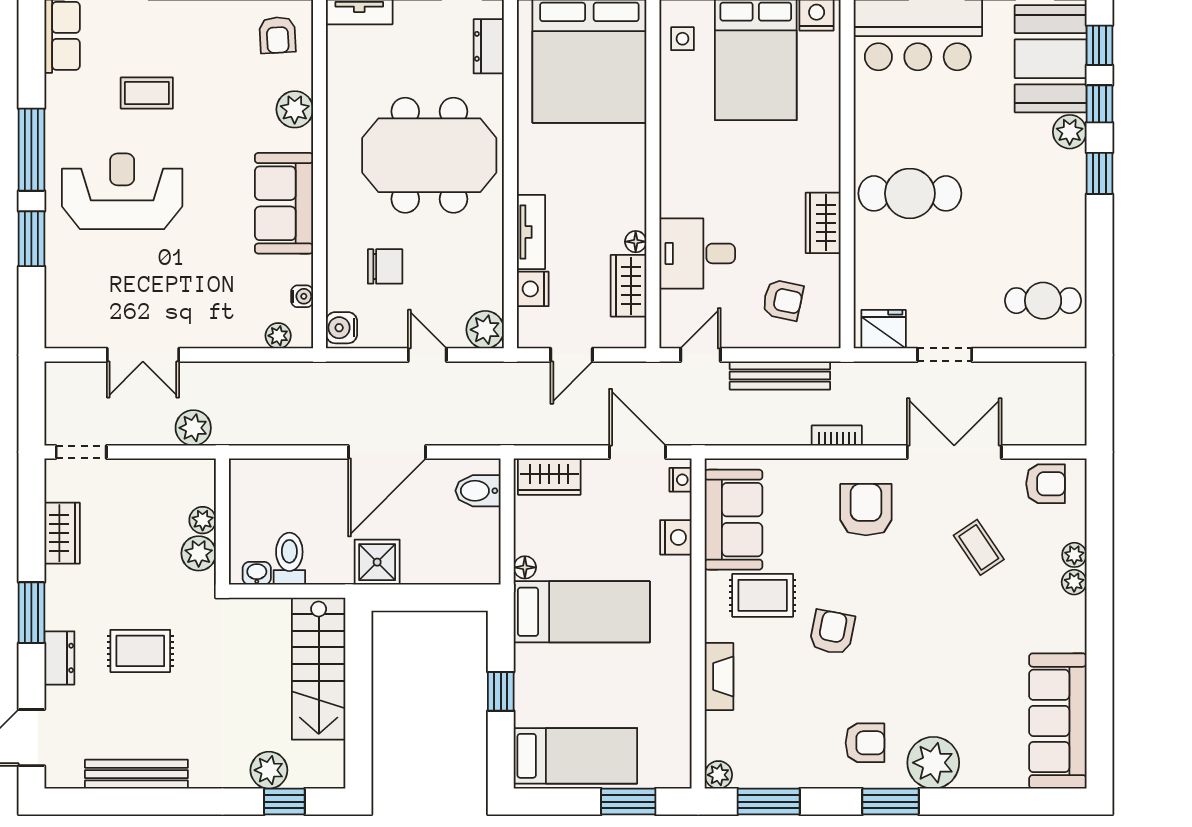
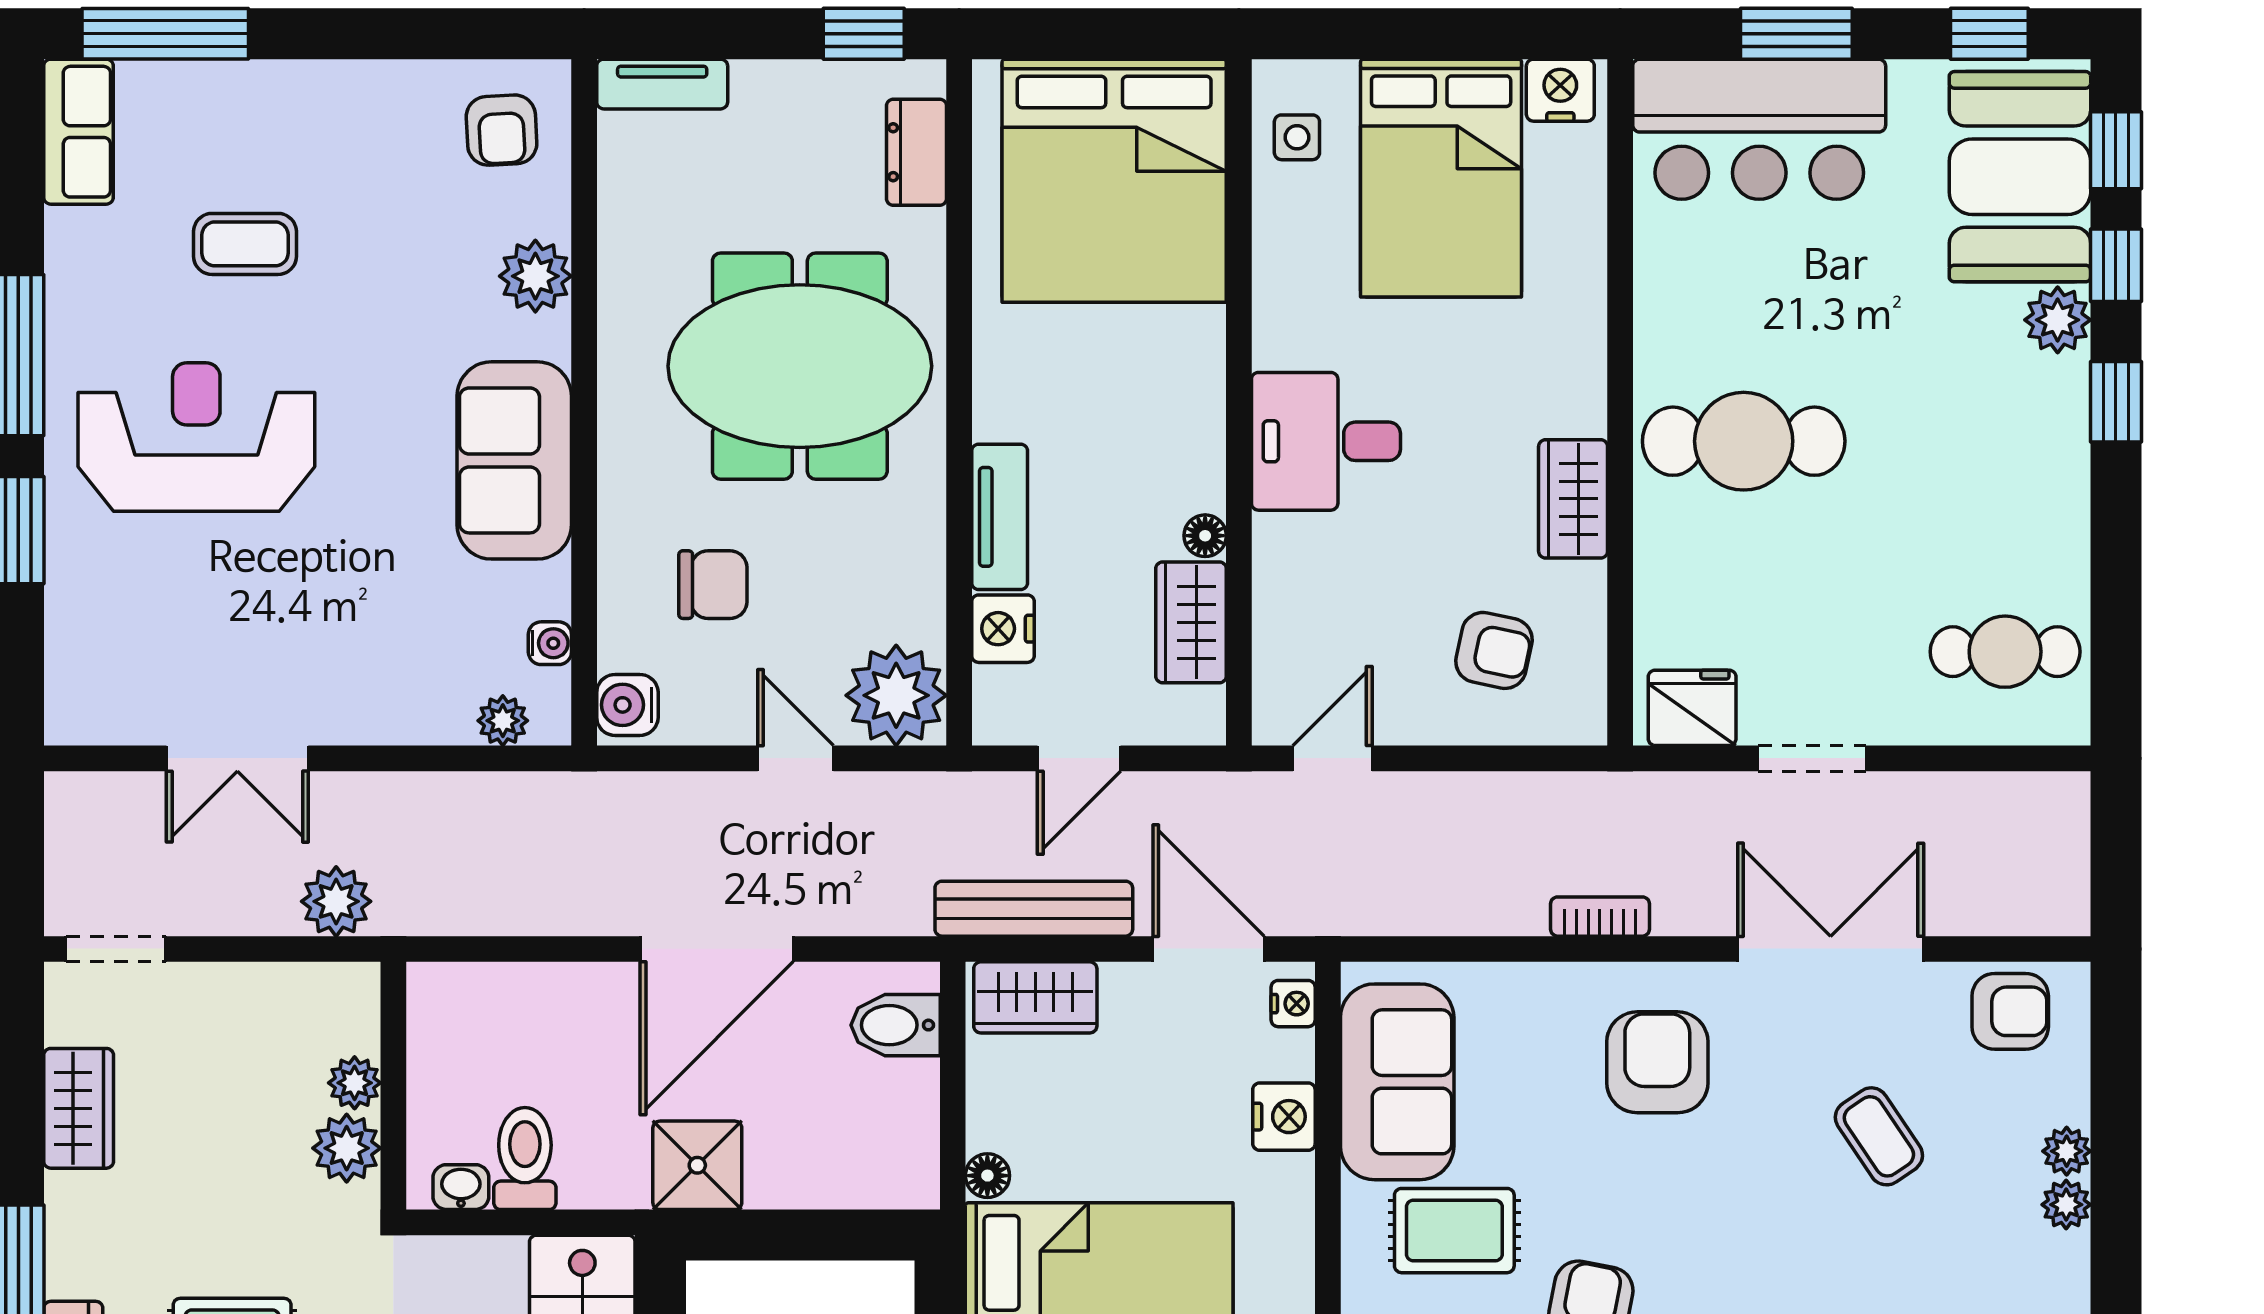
desk: (697, 253) -> (1326, 441), moved
plant: (485, 330) -> (896, 695), width x1.36, depth x1.36
bench: (780, 375) -> (1034, 909), moved

